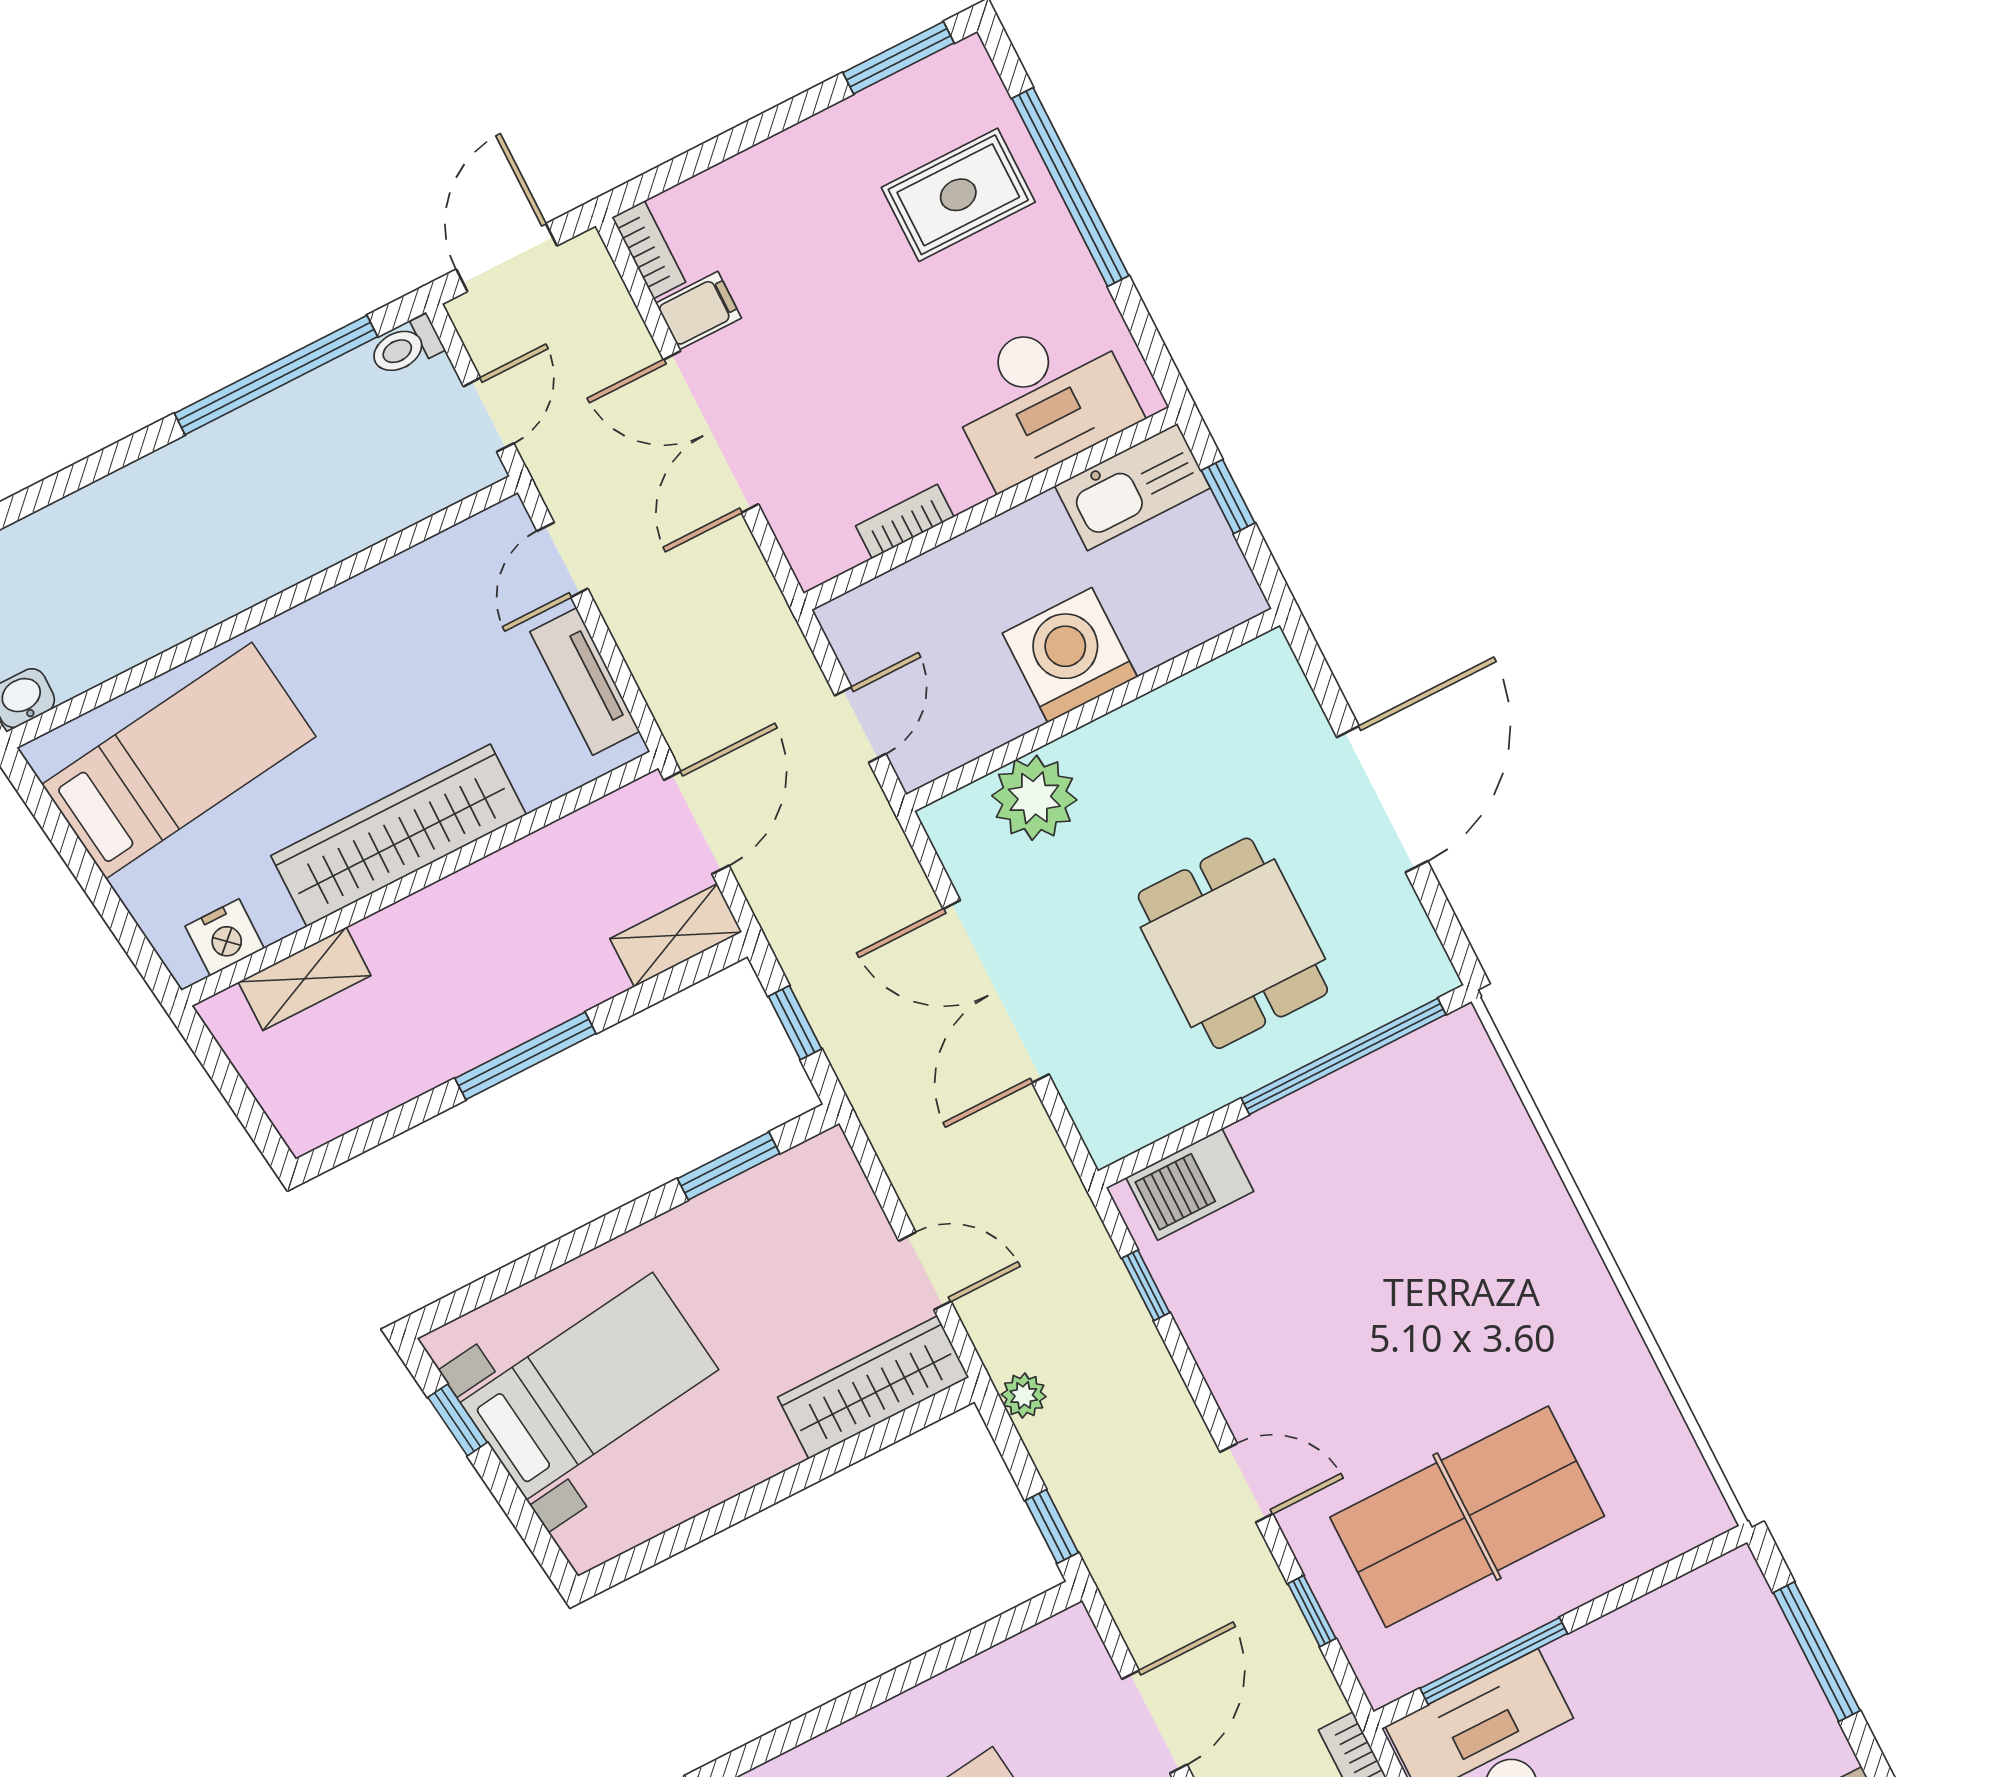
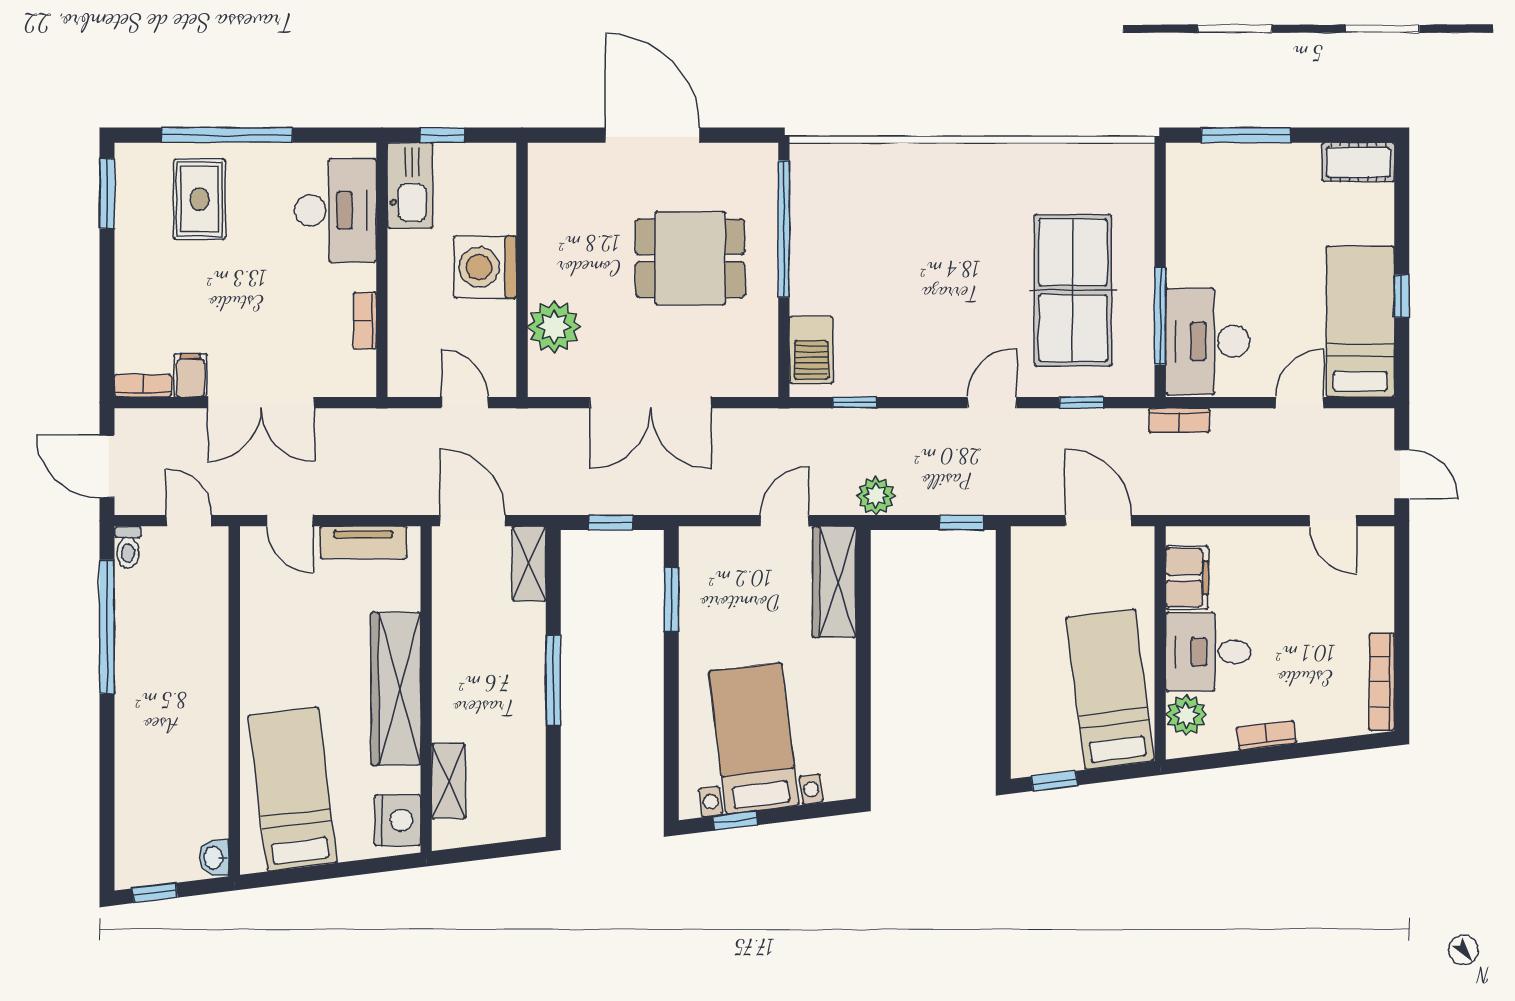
nightstand: (225, 937) -> (398, 820), width x1.36, depth x1.33
plant: (1024, 1395) -> (876, 496), width x1.38, depth x1.38

